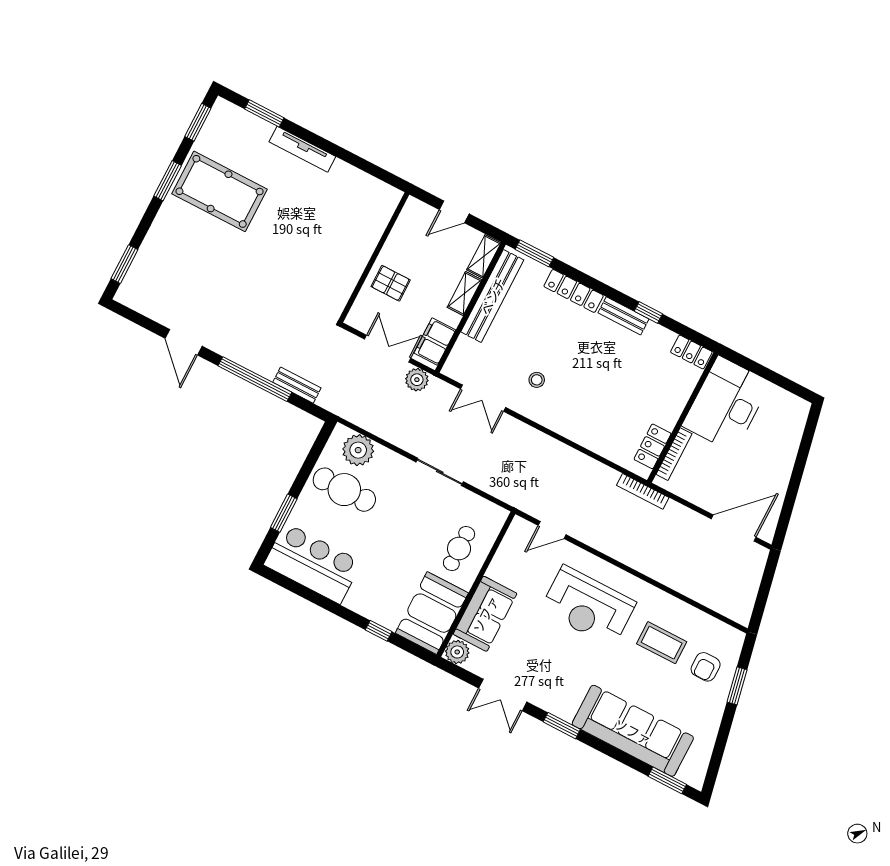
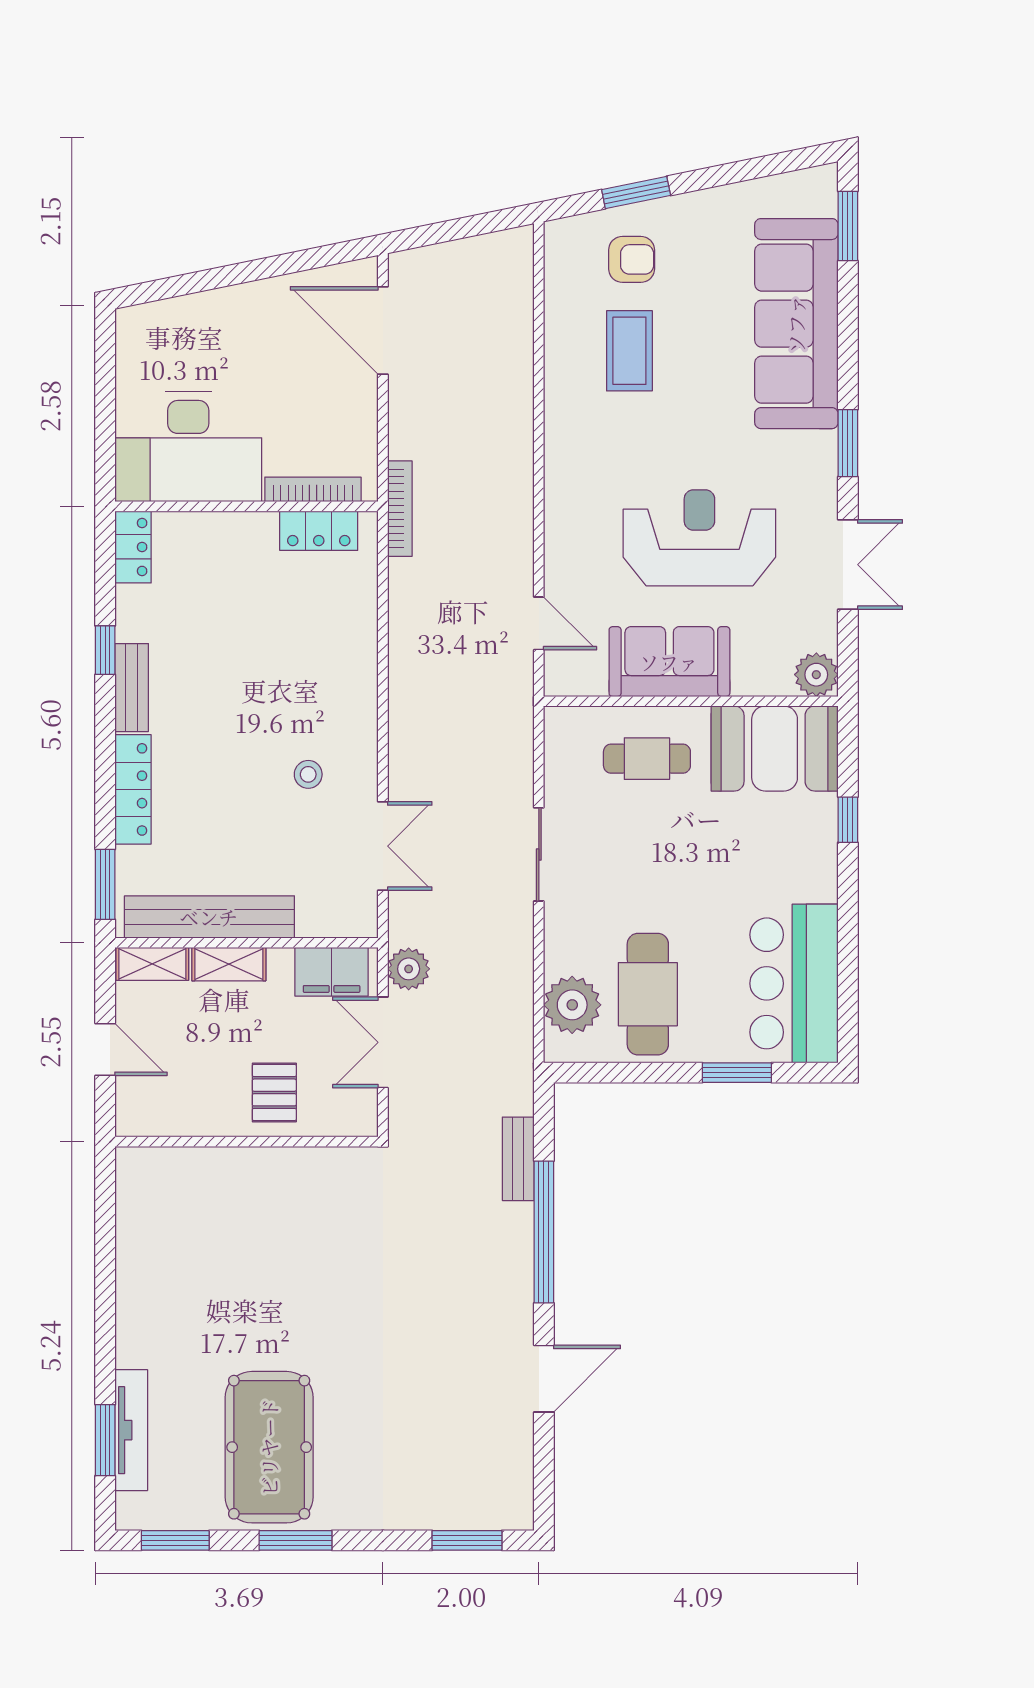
tv unit: (302, 149) -> (131, 1430), moved
reception desk: (588, 606) -> (699, 538), moved, turned -90
sofa: (485, 614) -> (669, 662), moved

